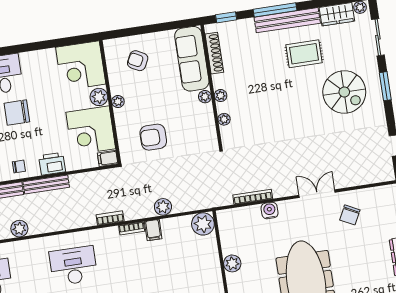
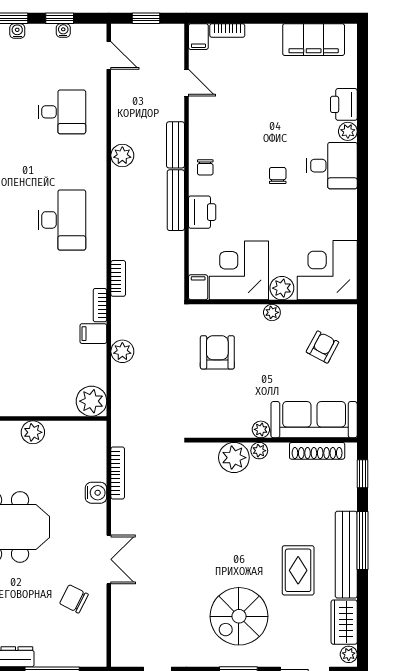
chair: (17, 112) -> (278, 176), width x0.54, depth x0.54
plant: (224, 119) -> (234, 458), width x1.88, depth x1.88

